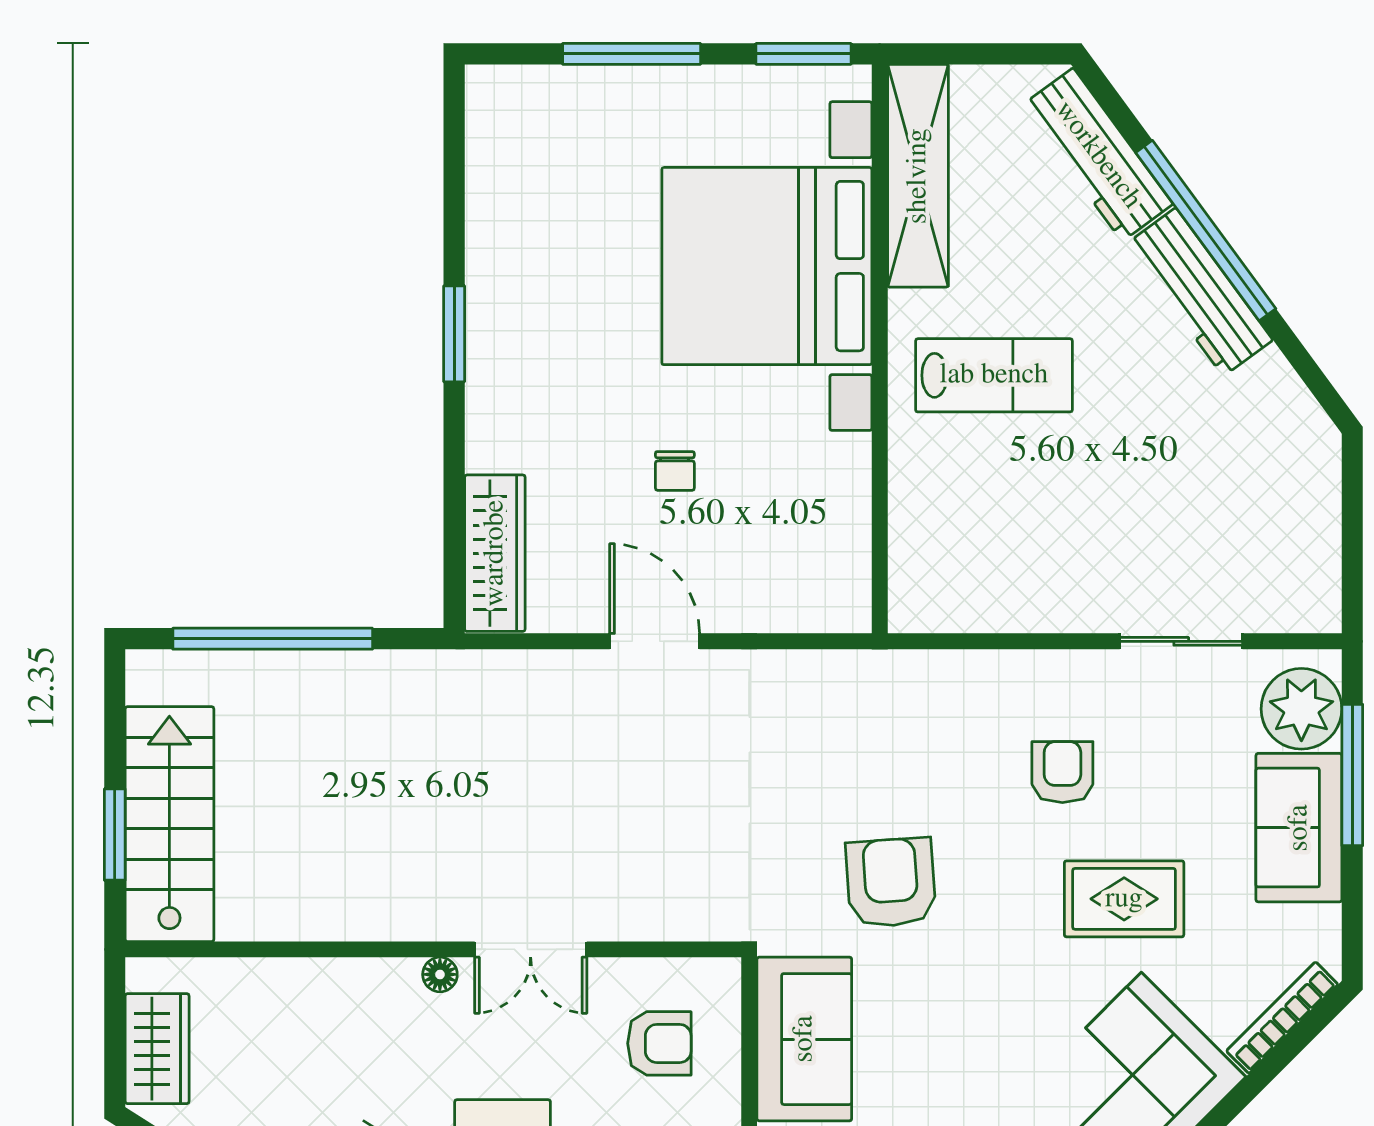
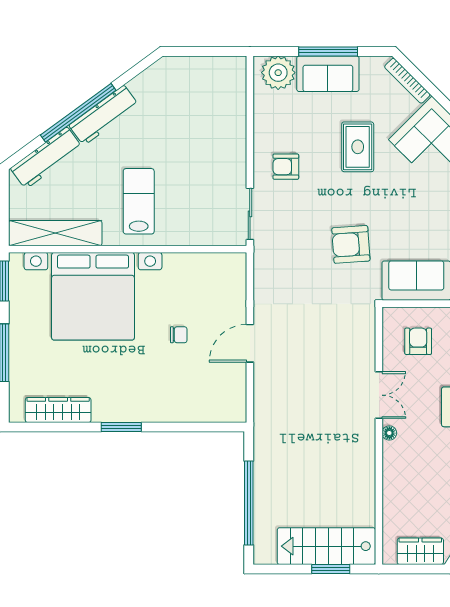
wardrobe: (495, 553) -> (58, 410), moved
sliding door: (1181, 641) -> (250, 214), moved
armchair: (1062, 772) -> (286, 167), moved
window: (1352, 775) -> (328, 51), moved

